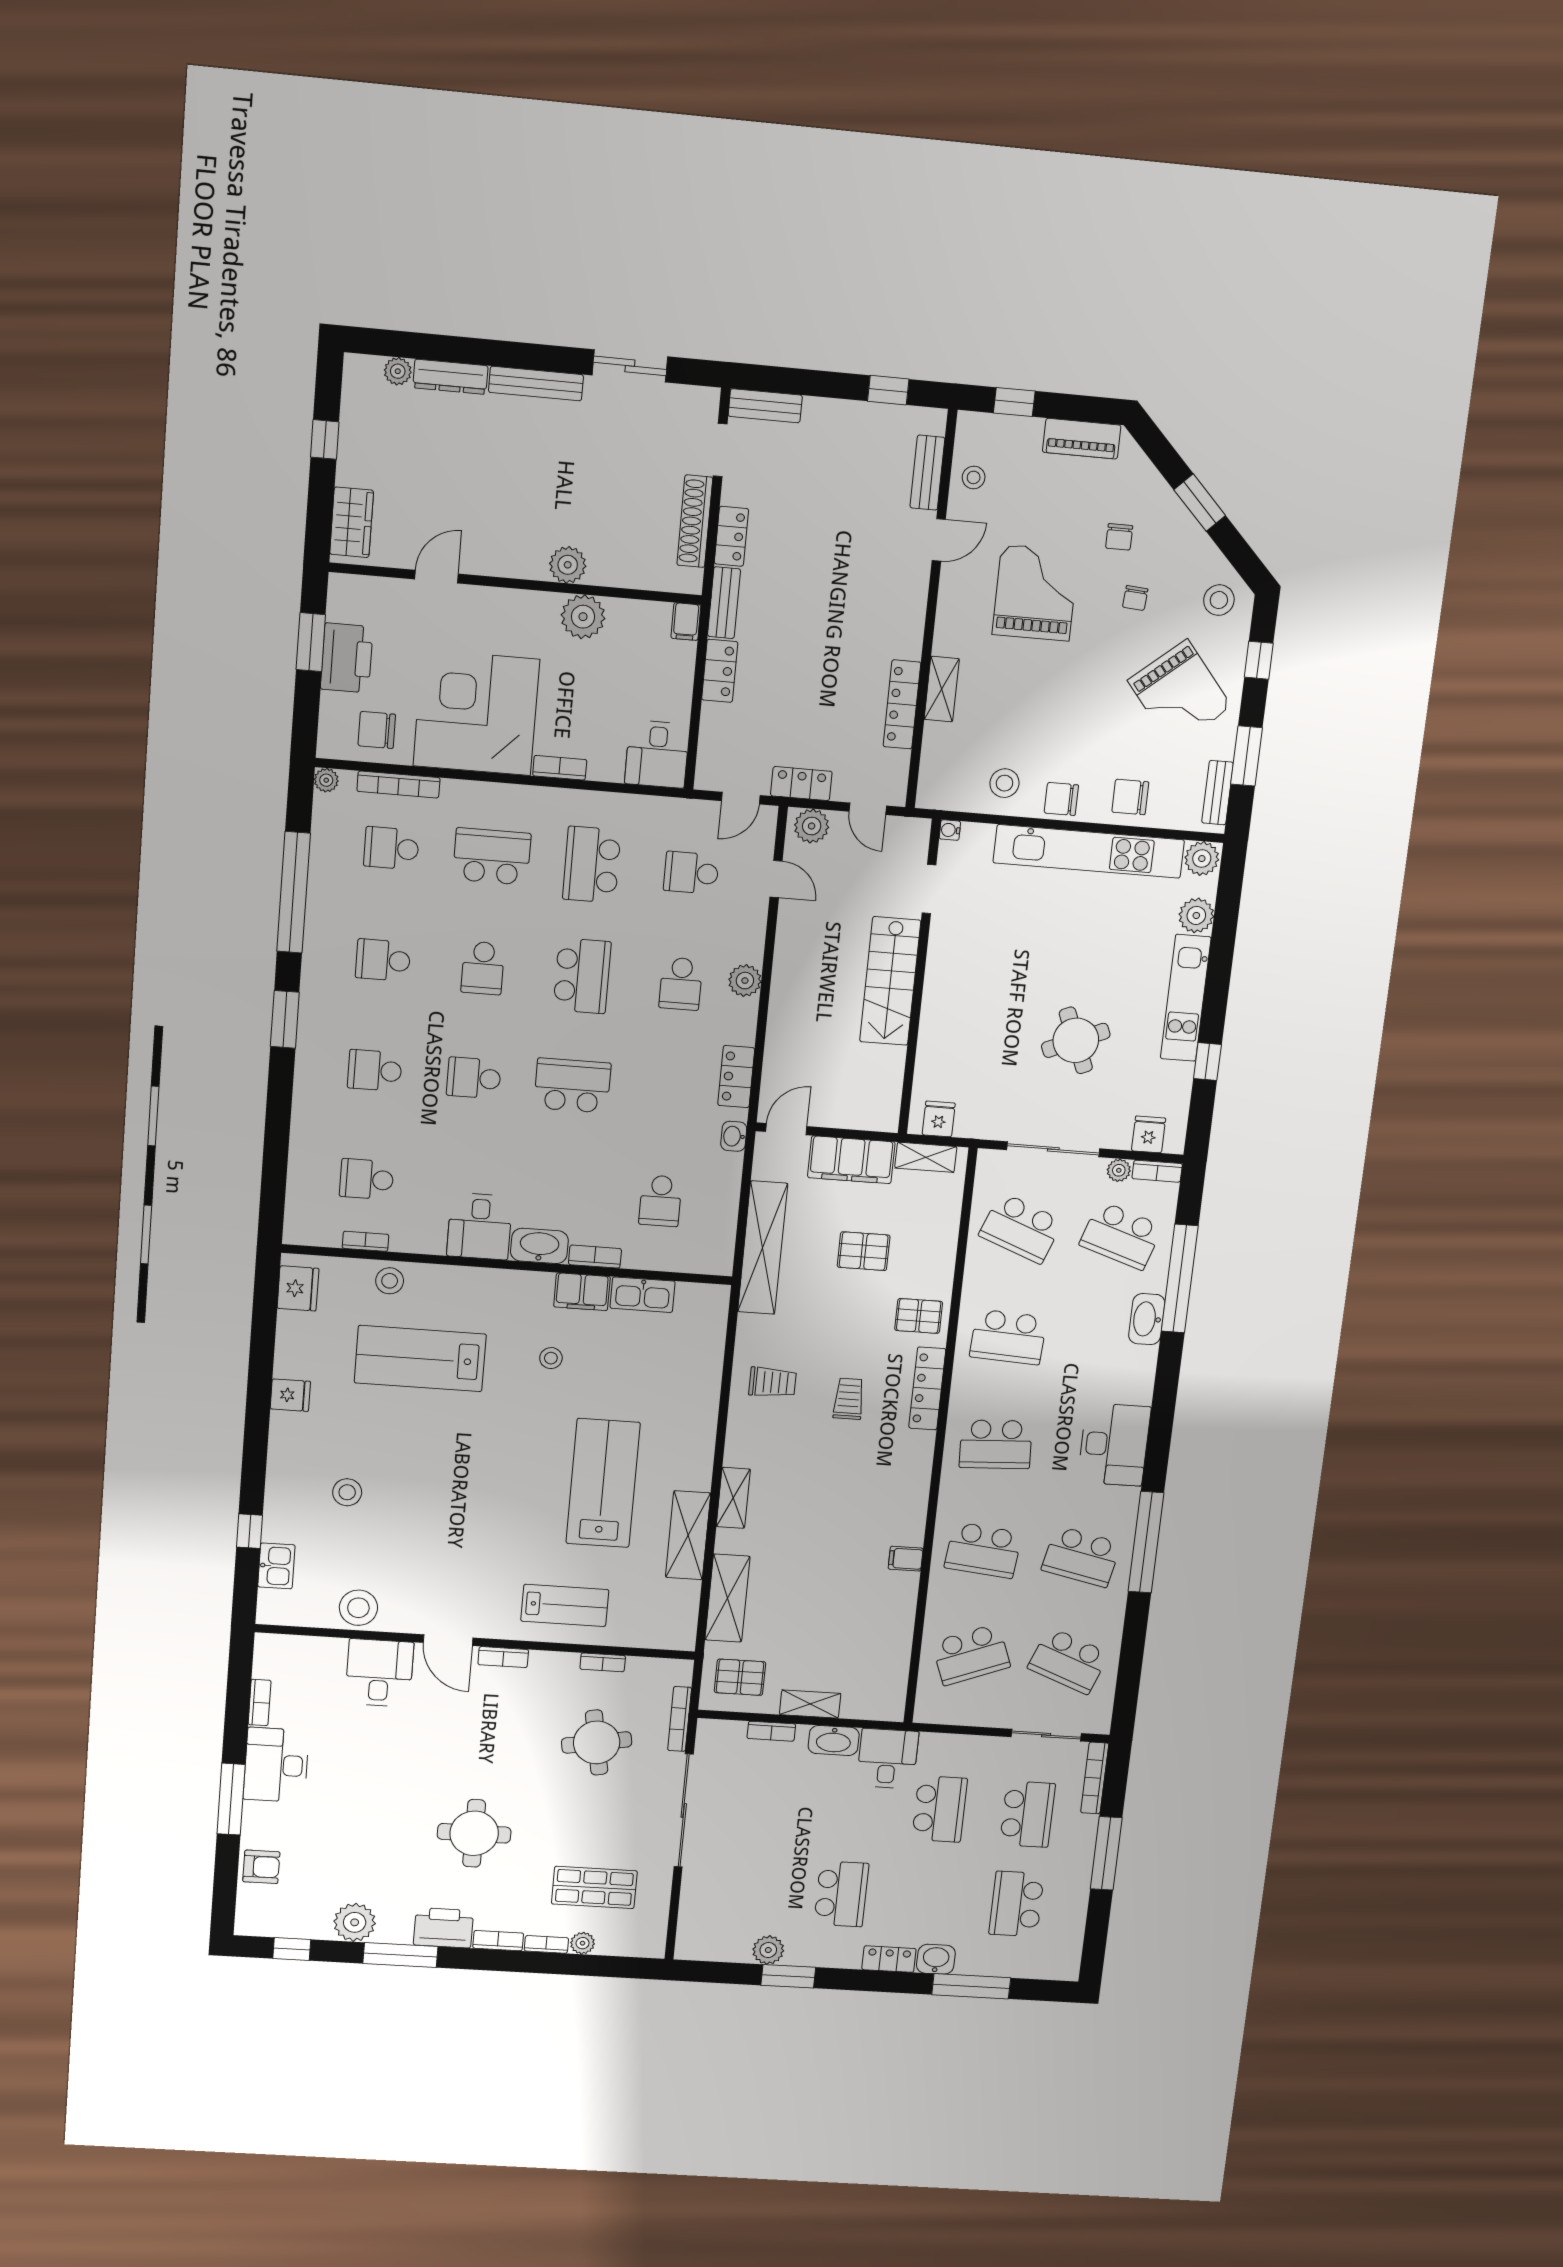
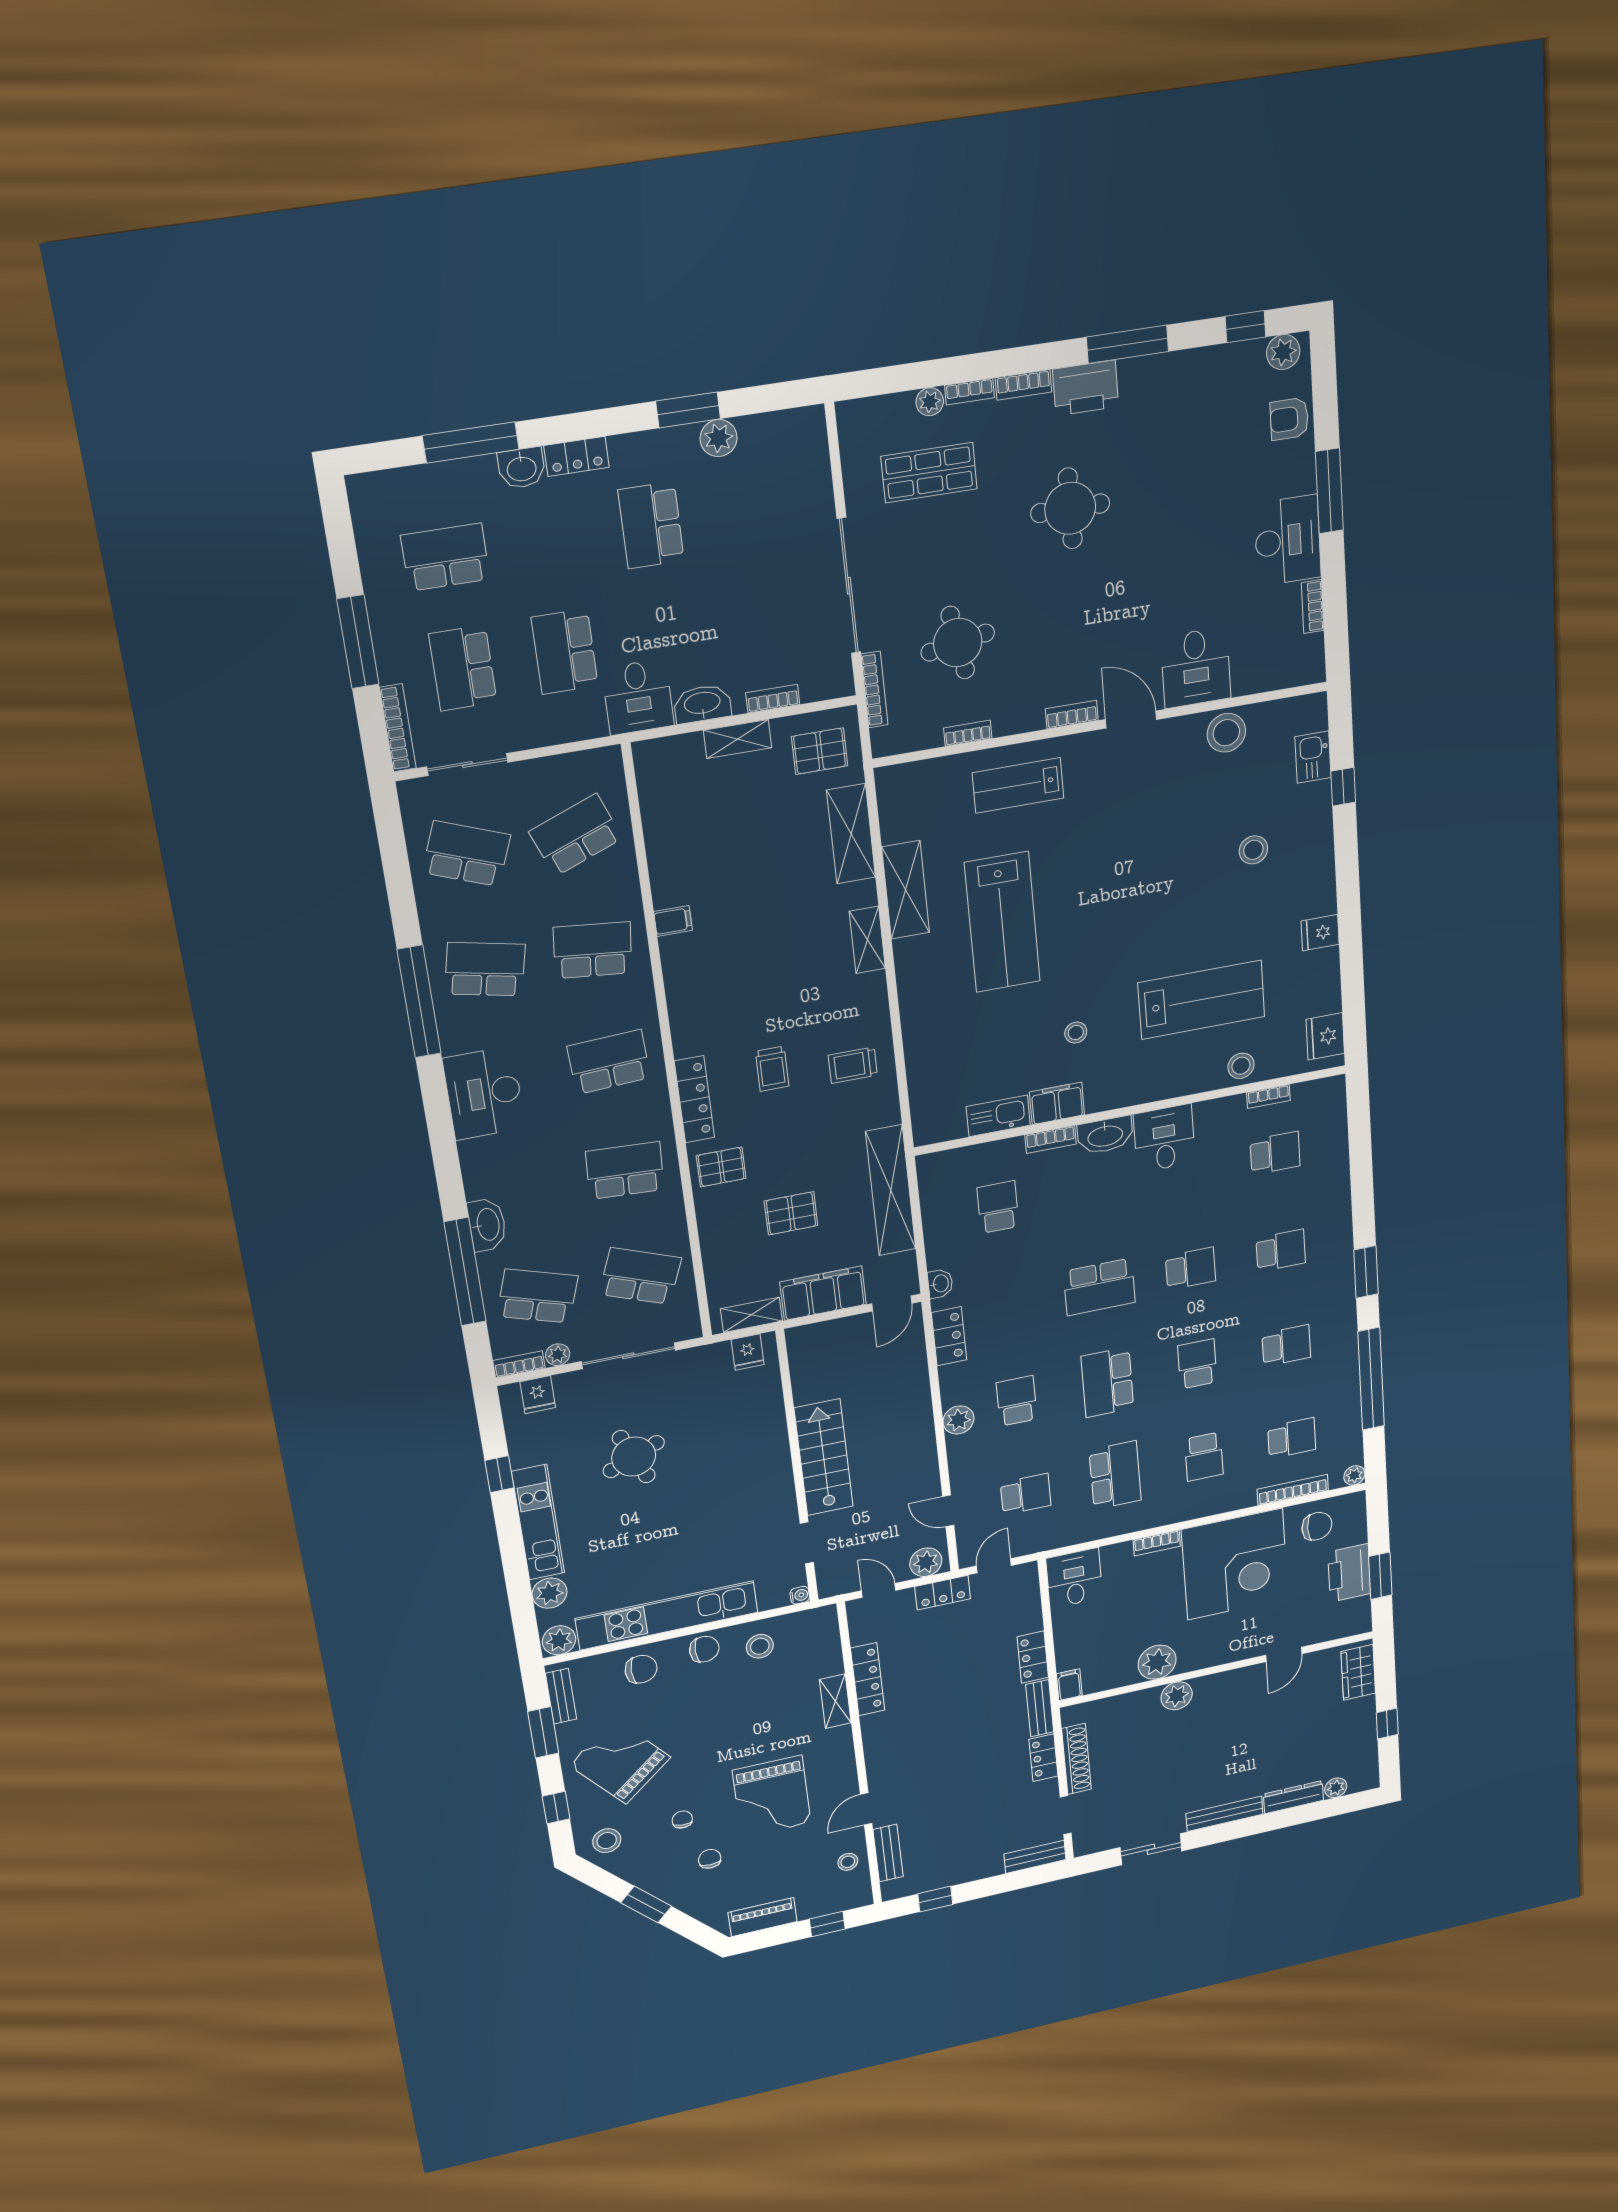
school desk: (492, 856) -> (1204, 1457), width x0.54
school desk: (1016, 1904) -> (445, 557), turned -90
plant: (355, 1922) -> (1283, 352), moved, width x0.73, depth x0.73

